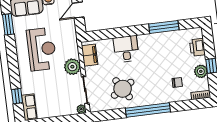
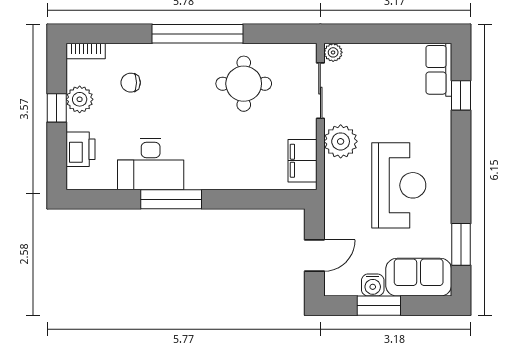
window: (164, 27) -> (171, 199), moved
reception desk: (42, 49) -> (399, 185), turned 180
desk: (126, 49) -> (151, 164), moved, width x1.37
round table: (123, 89) -> (244, 84), turned 32

